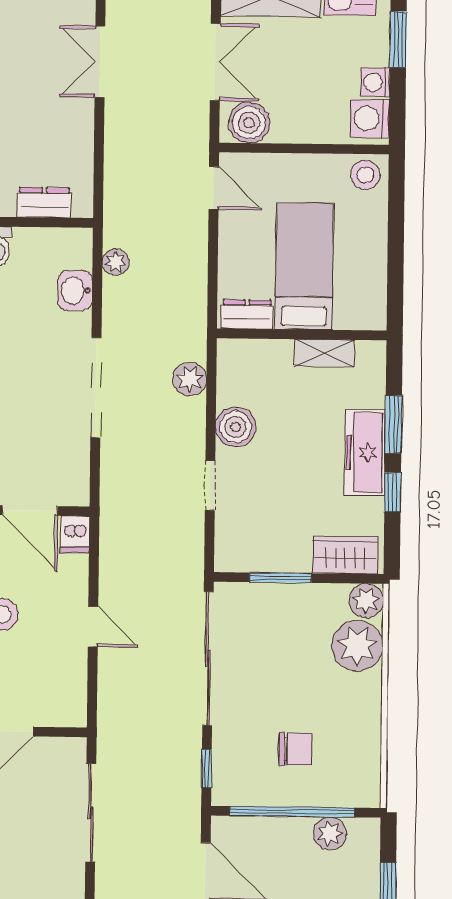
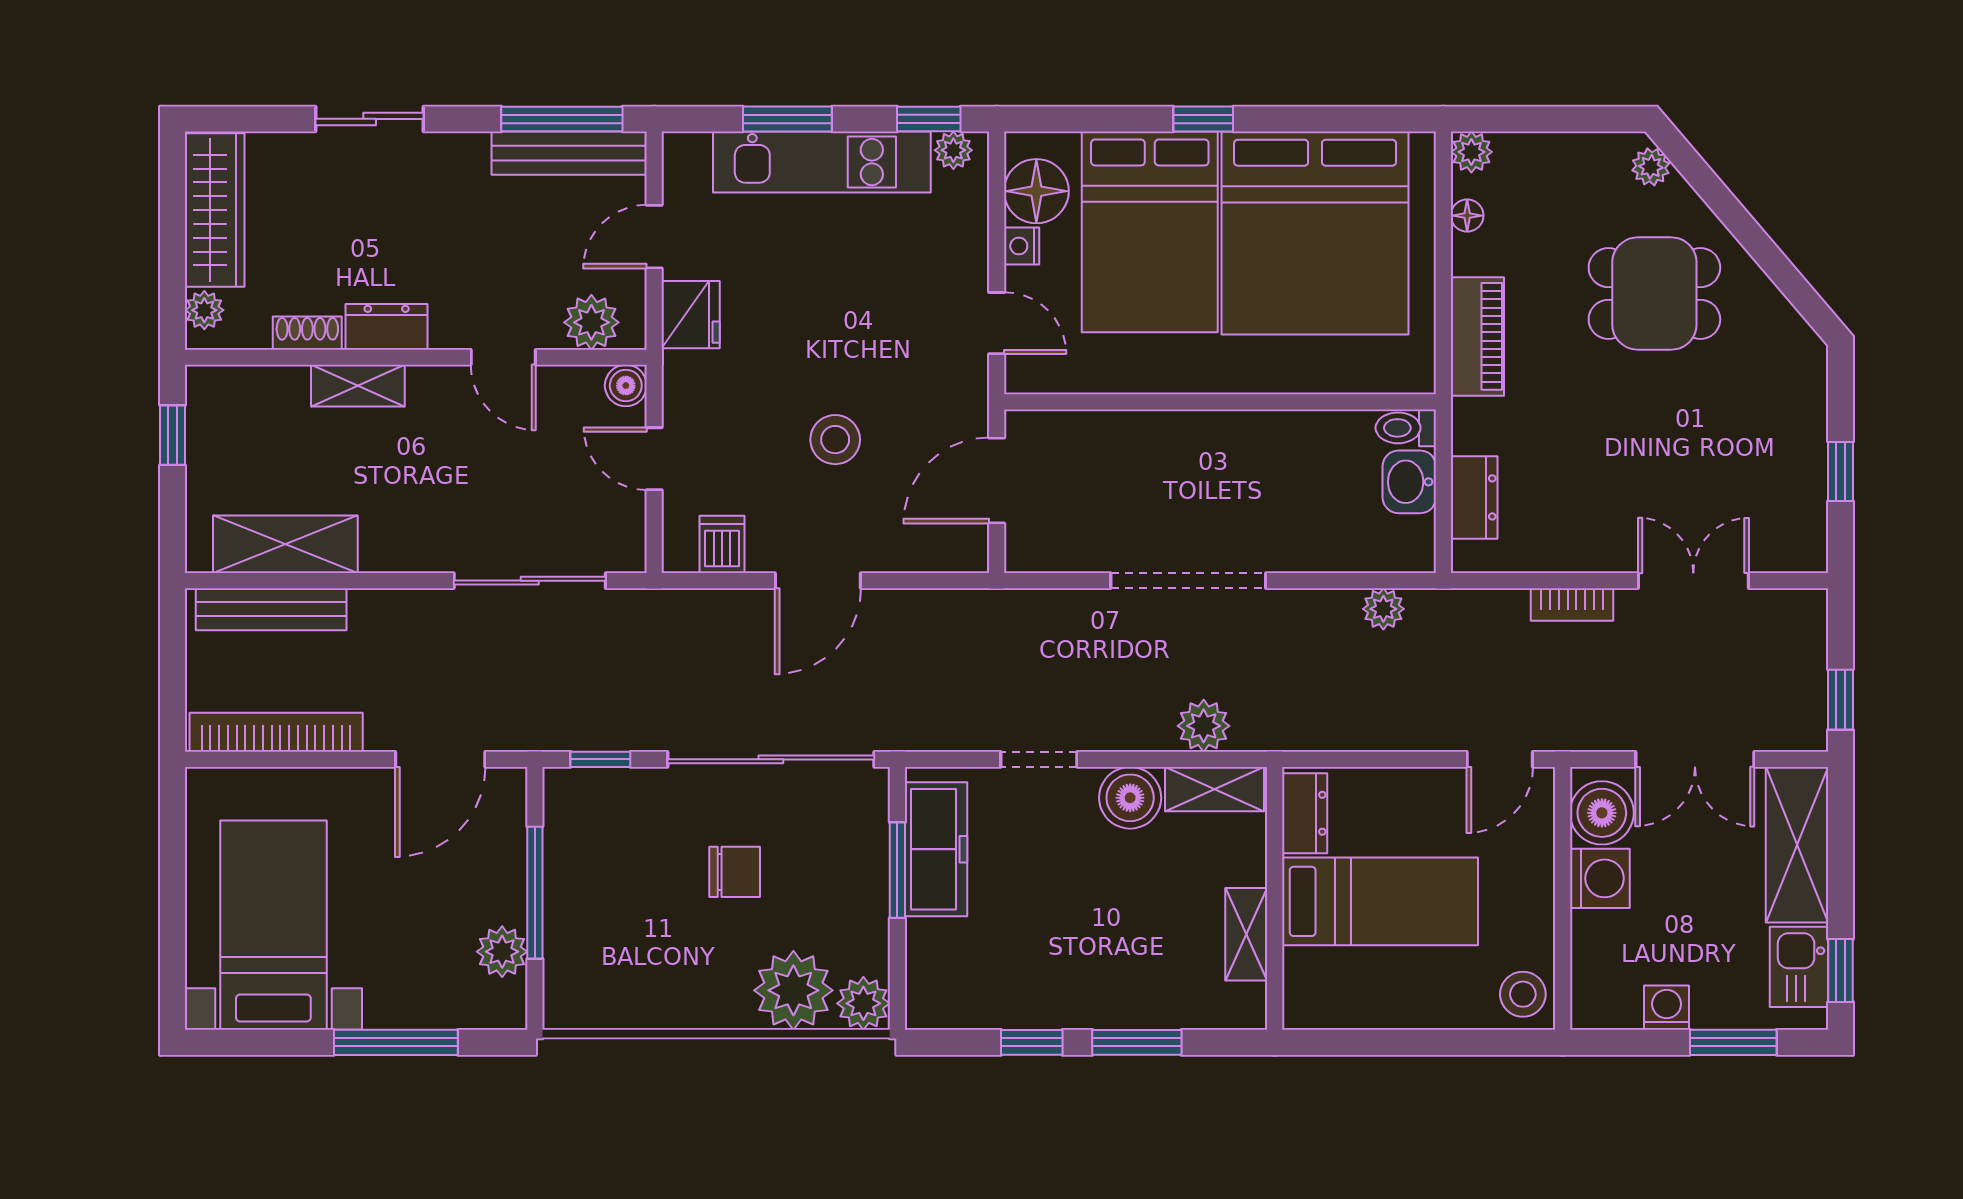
washing machine: (370, 118) -> (1600, 878), moved, turned 90
bookcase: (114, 140) -> (1572, 605), added
washbasin: (75, 290) -> (1409, 482), moved, turned -90
shelving: (231, 372) -> (1214, 789), added
freezer: (365, 453) -> (936, 849), moved, turned 90
dishwasher: (75, 534) -> (722, 544), moved, turned 90
wardrobe: (345, 555) -> (934, 970), removed
door: (93, 627) -> (818, 581), width x1.37
chair: (295, 749) -> (735, 872), moved, turned -90
window: (292, 812) -> (535, 893), width x0.68

